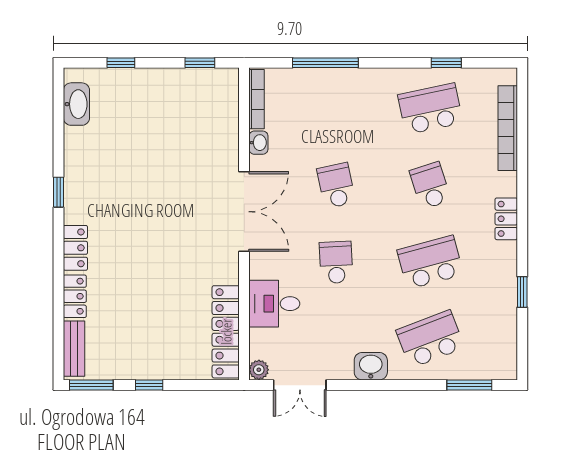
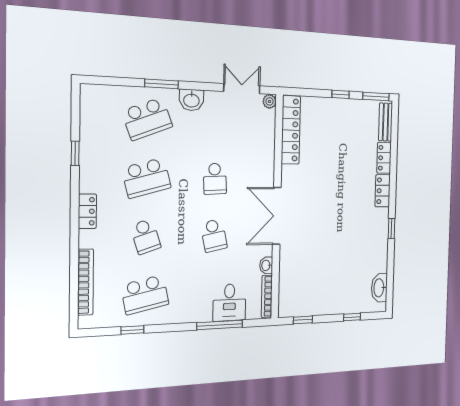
desk: (274, 304) -> (229, 302), moved, turned 90
window: (469, 385) -> (162, 84), moved

